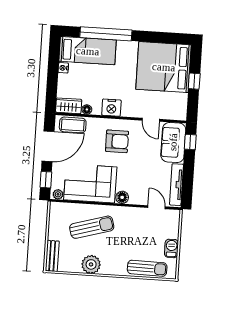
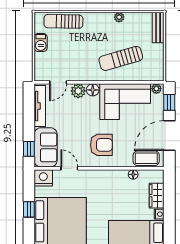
wardrobe: (69, 106) -> (157, 196), moved, turned 90
nightstand: (111, 108) -> (43, 178), moved
armchair: (117, 141) -> (101, 145), turned 180
plant: (137, 197) -> (78, 91), added
door: (157, 207) -> (58, 82), hinge flipped
plant: (91, 264) -> (119, 17), width x0.53, depth x0.53

